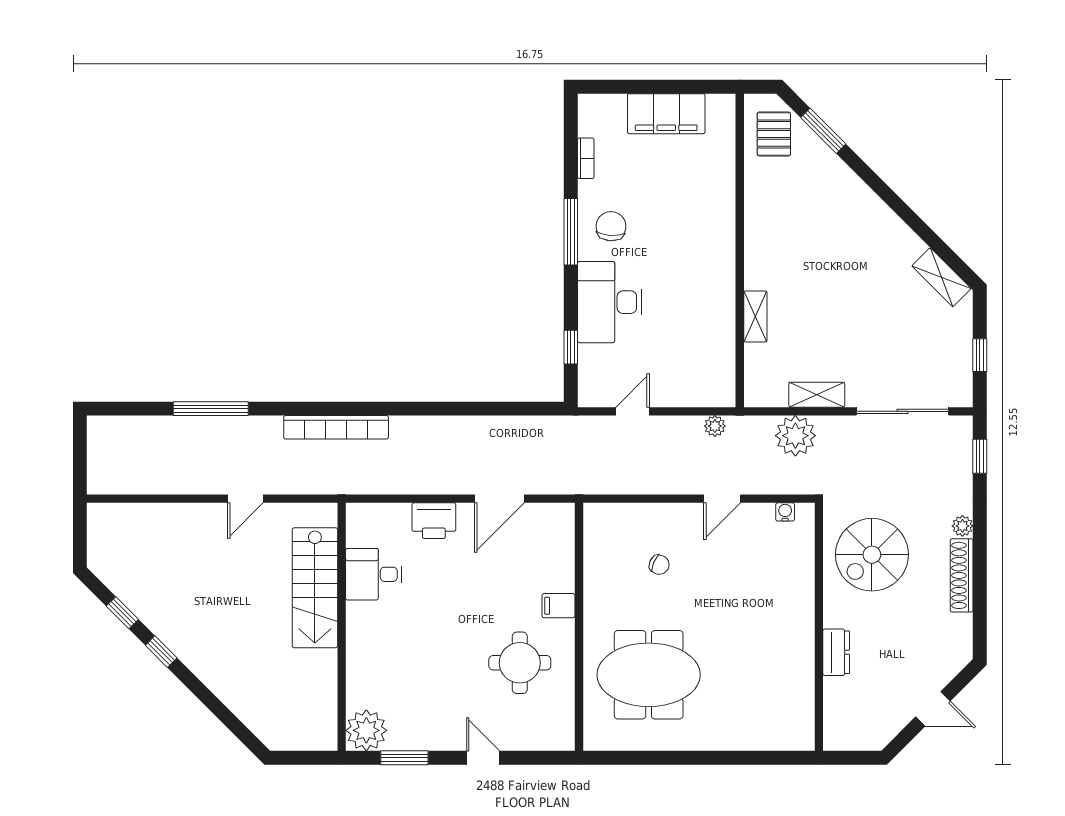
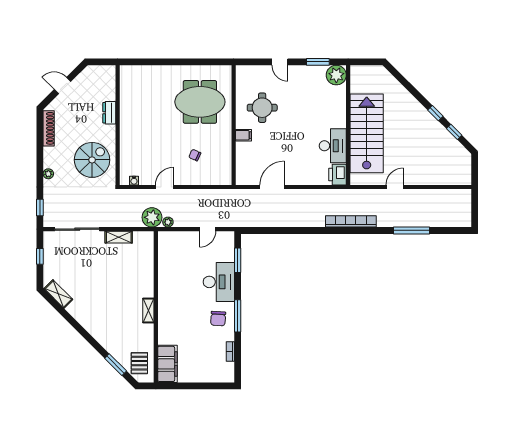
filing cabinet: (666, 114) -> (168, 364), moved, turned 90
shelving: (755, 317) -> (148, 310), moved
window: (571, 347) -> (238, 260), width x1.50
plant: (795, 436) -> (152, 217), moved
printer: (434, 521) -> (338, 175), moved, turned -90
desk: (374, 574) -> (333, 146), width x1.37
shoe rack: (962, 575) -> (49, 128), moved
stairs: (315, 588) -> (367, 133), width x1.36, depth x1.51

